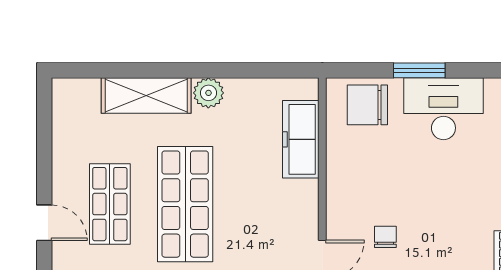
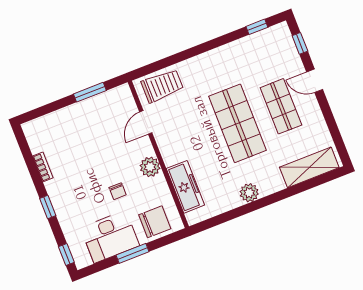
shelving: (146, 96) -> (309, 167), moved
plant: (342, 190) -> (150, 167), added
chair: (385, 237) -> (118, 191), moved

